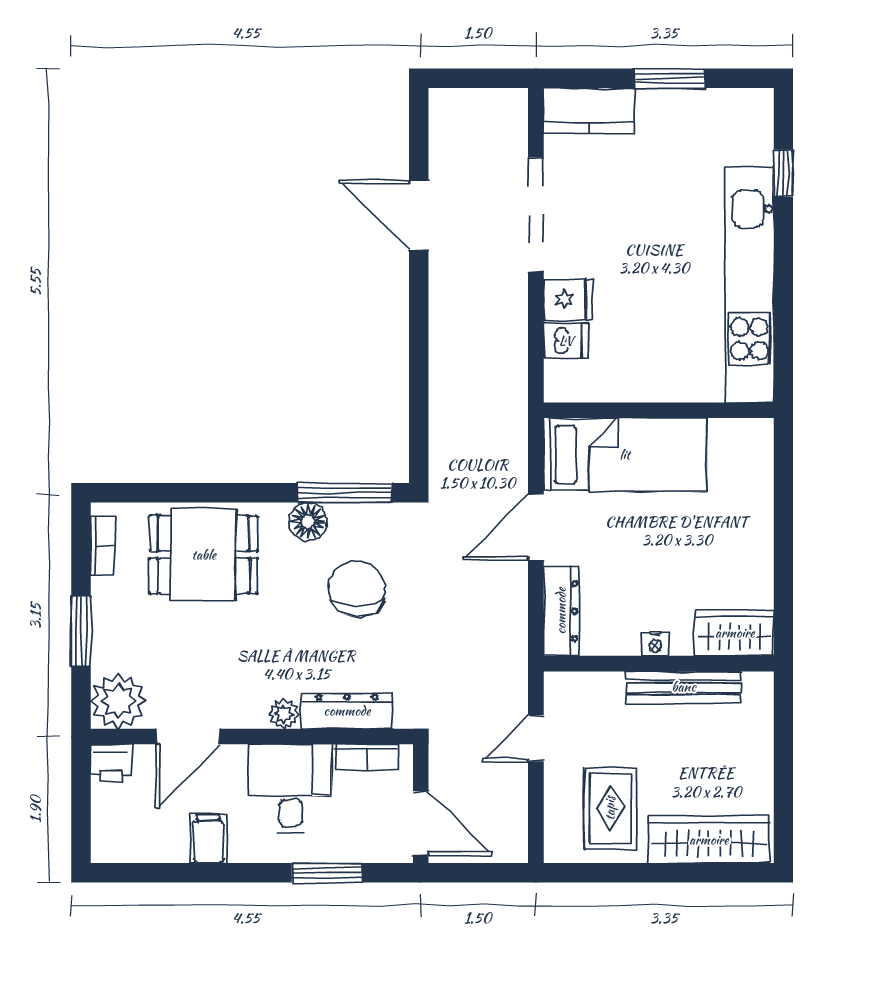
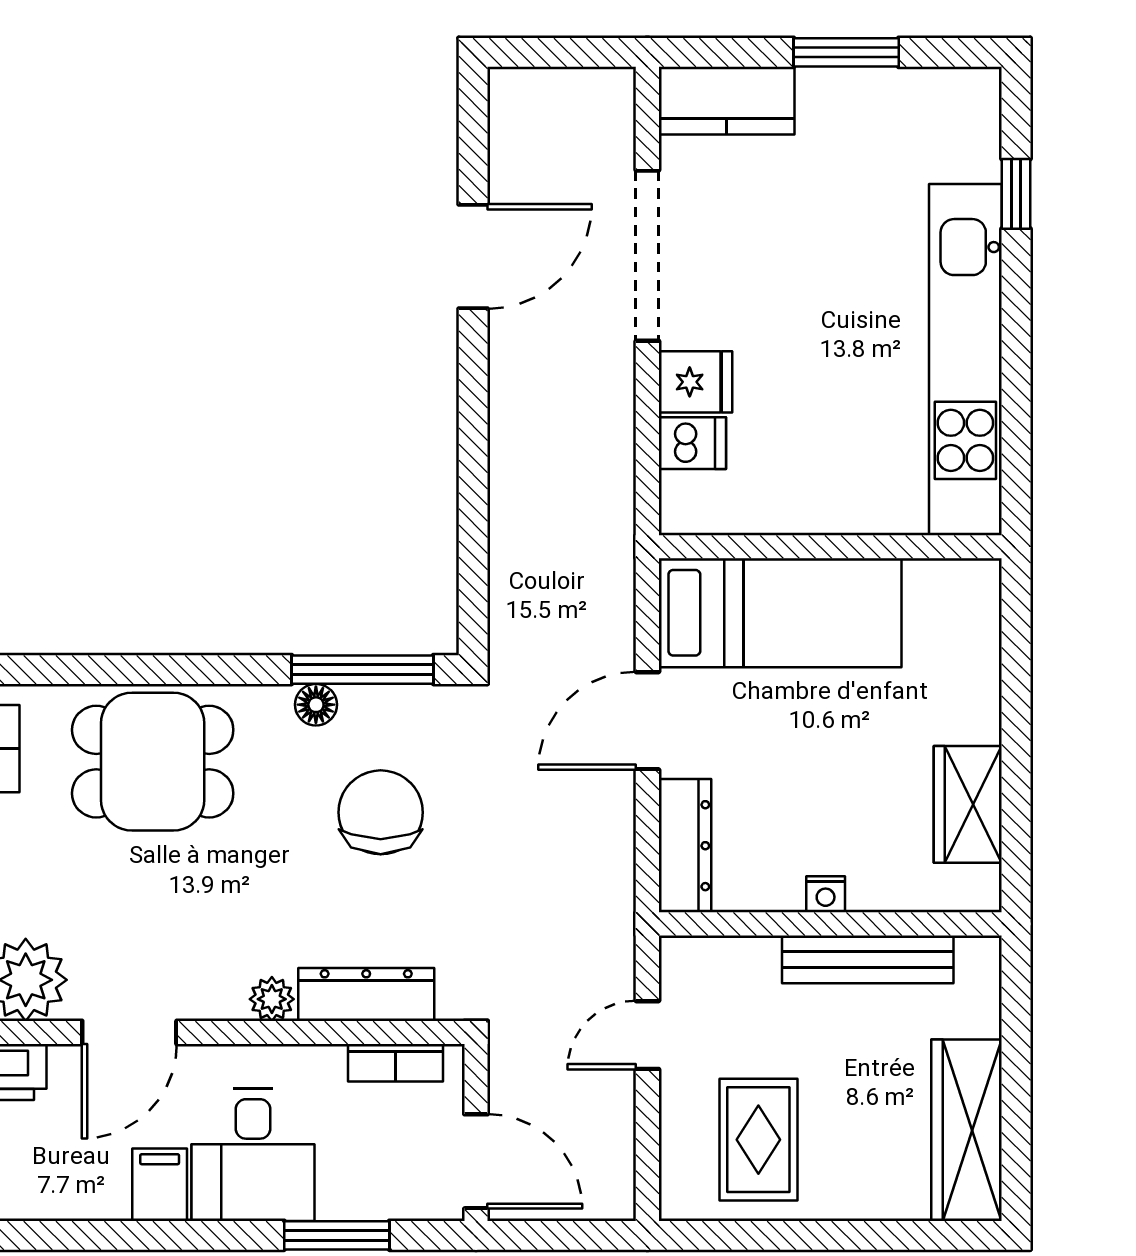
door: (419, 215) -> (473, 256), swing flipped
floor lamp: (308, 522) -> (316, 705), width x0.73, depth x0.73
wardrobe: (735, 633) -> (968, 804), moved, turned -90
desk: (291, 789) -> (253, 1155), moved, turned 180
wardrobe: (709, 840) -> (967, 1130), moved, turned -90

